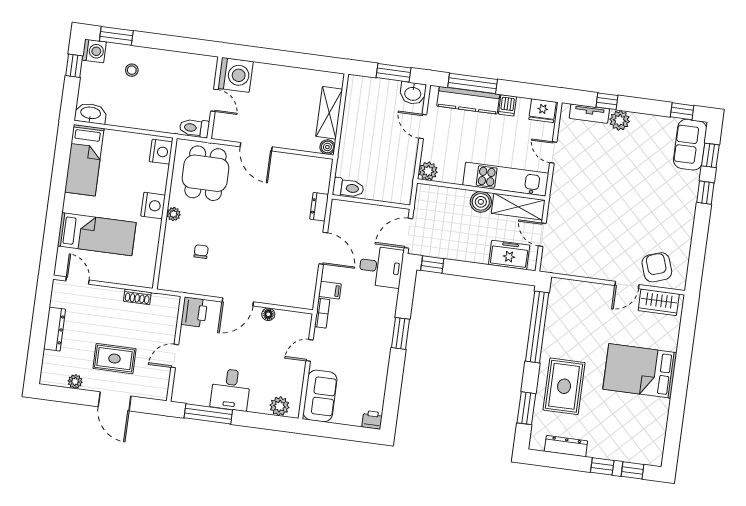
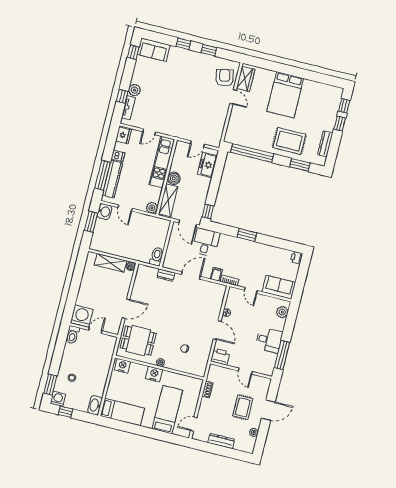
door: (423, 127) -> (125, 208), hinge flipped
toilet: (194, 128) -> (73, 335), moved
window: (710, 155) -> (209, 50), moved
shelving: (518, 207) -> (168, 200), moved
armchair: (657, 267) -> (225, 78), turned 98

